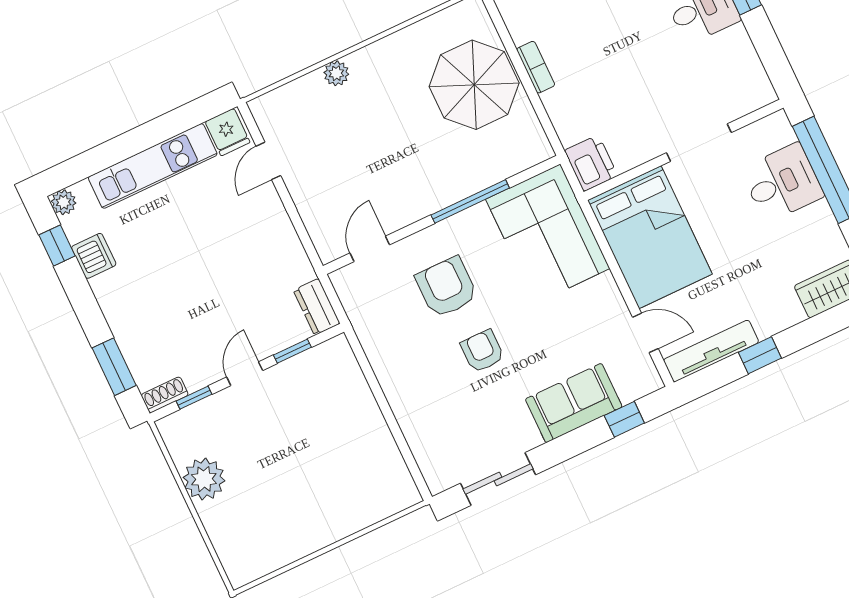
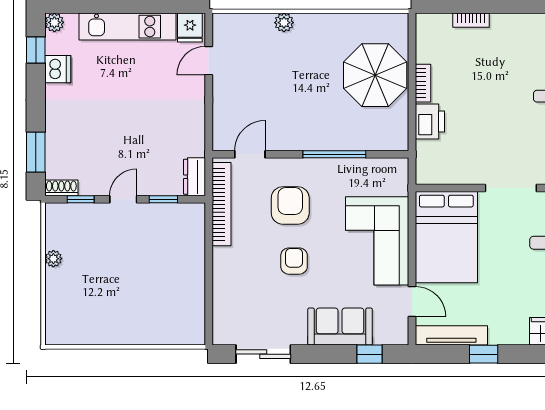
printer: (591, 163) -> (430, 122), moved
corner sofa: (548, 234) -> (377, 241), moved
bookcase: (364, 324) -> (222, 204), added
plant: (204, 479) -> (53, 259), width x0.53, depth x0.53

